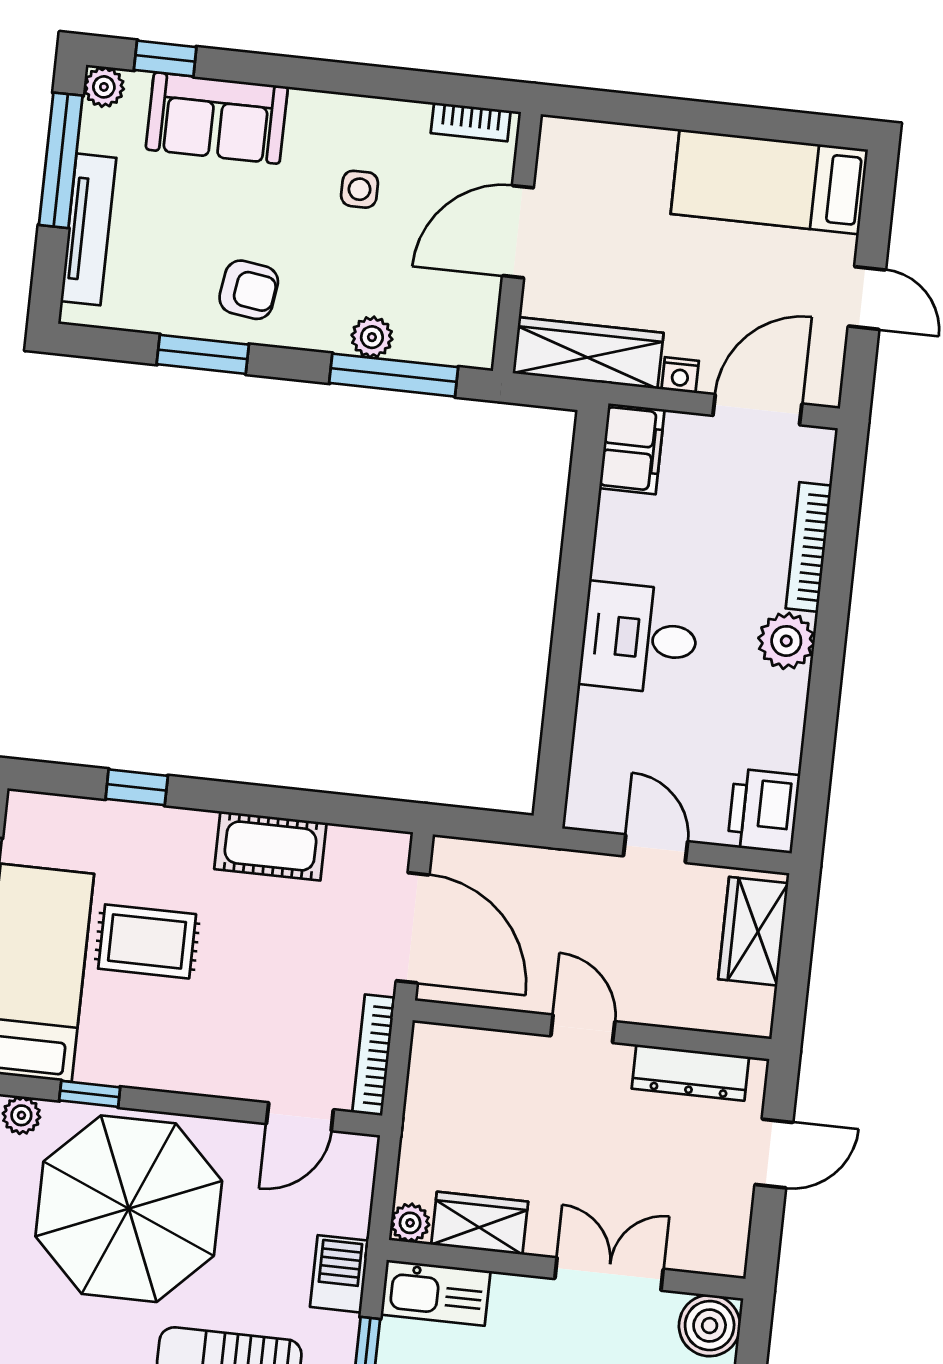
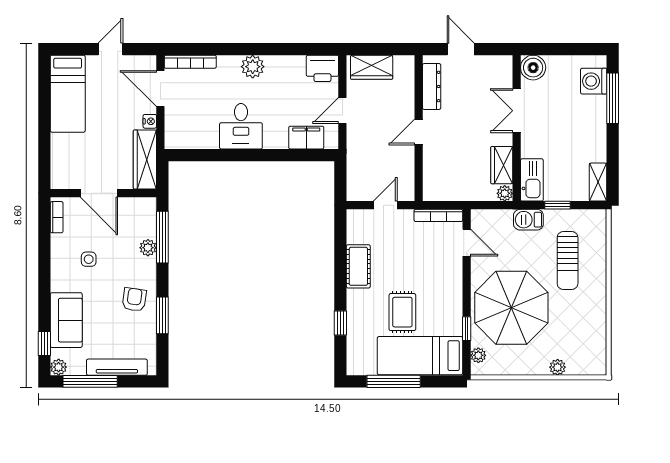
filing cabinet: (632, 449) -> (306, 138), moved
bookcase: (809, 547) -> (190, 62), moved
desk: (639, 638) -> (241, 126), moved
door: (413, 928) -> (385, 205), width x0.53

